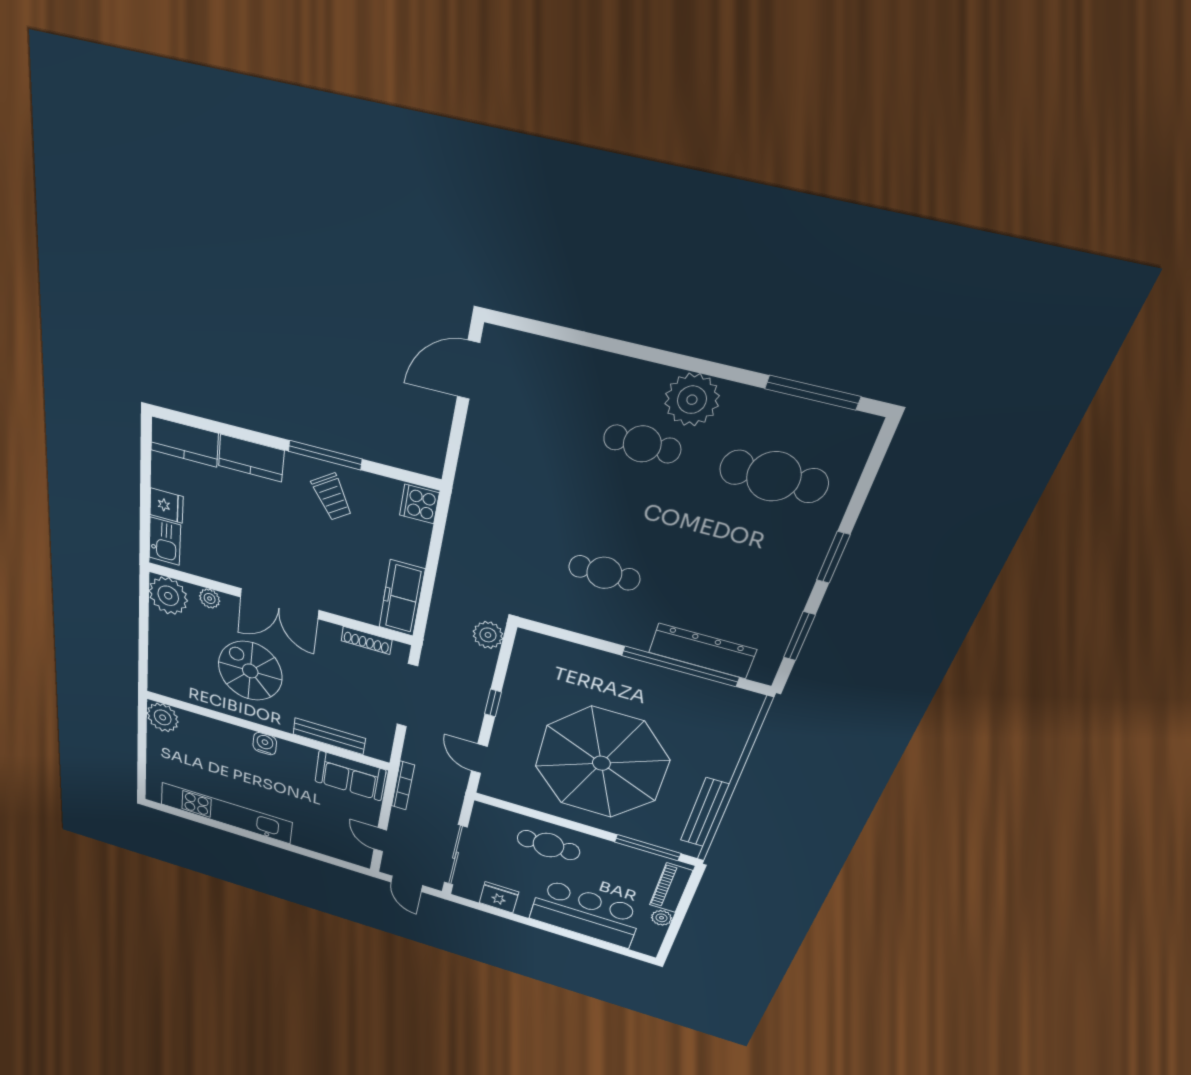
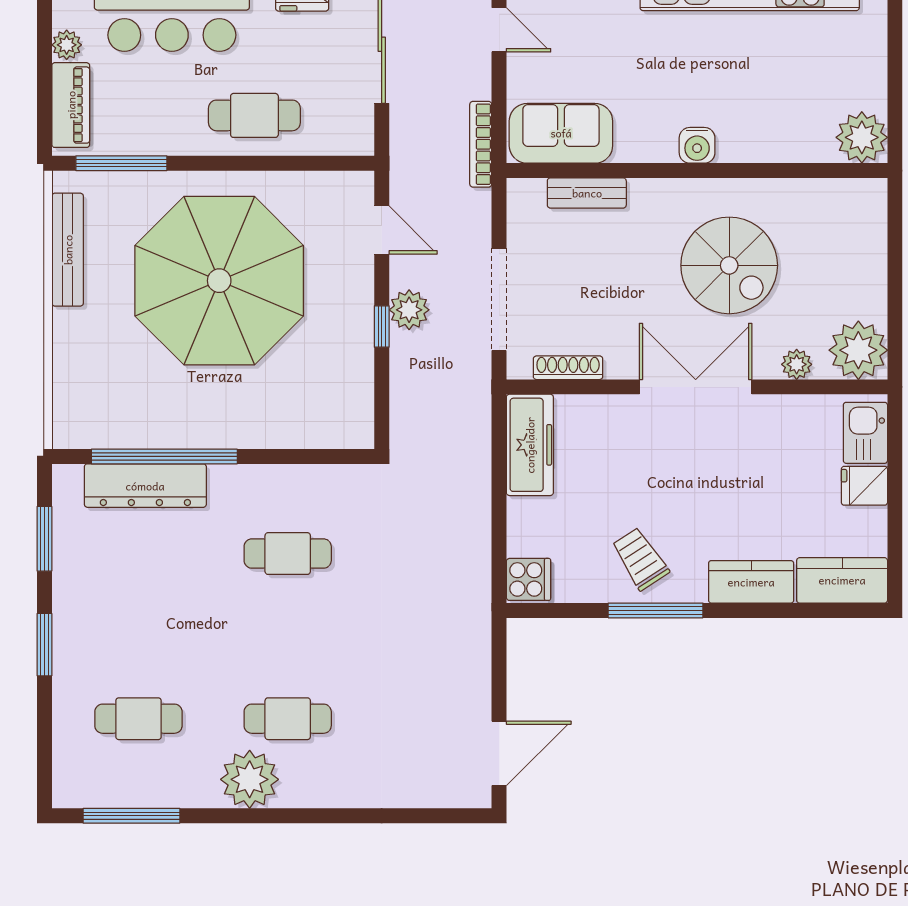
cafe table: (774, 476) -> (138, 719), width x0.73, depth x0.74
plant: (488, 635) -> (409, 310), moved
bench: (329, 736) -> (587, 193), width x0.73

